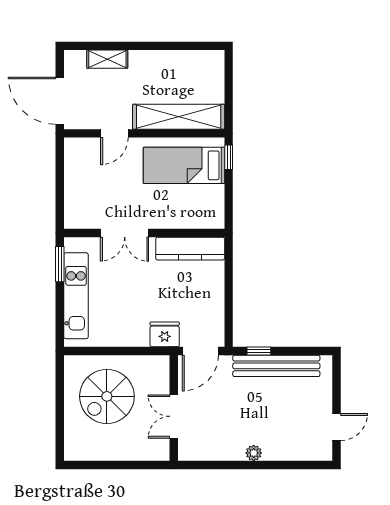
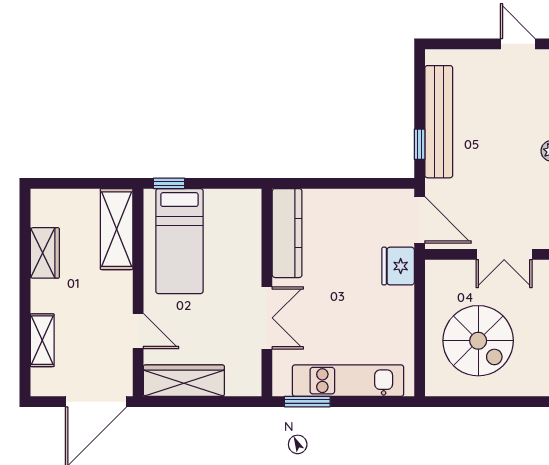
wardrobe: (175, 61) -> (45, 253), added
shelving: (179, 117) -> (117, 229), width x0.68
wardrobe: (76, 169) -> (184, 381), added

